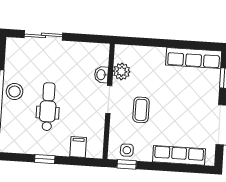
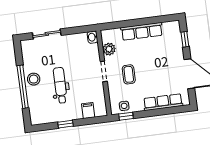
row of seats: (194, 58) -> (142, 31), moved
washbasin: (101, 75) -> (92, 37), moved

